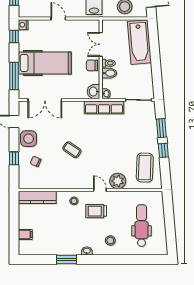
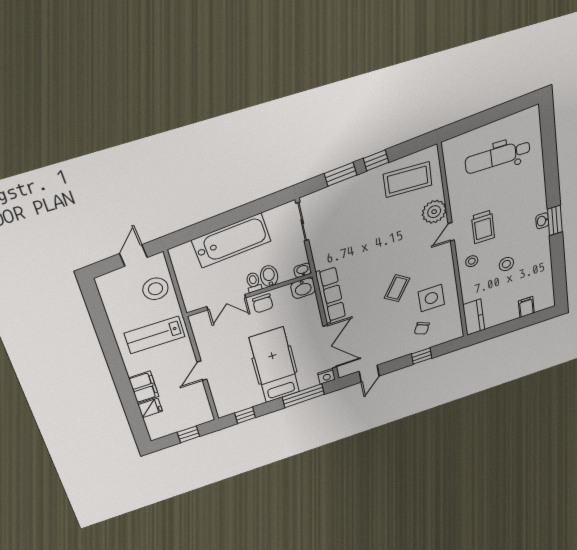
nightstand: (23, 25) -> (327, 376), moved
bathtub: (139, 42) -> (231, 241), moved
row of seats: (104, 107) -> (331, 295), moved
side table: (29, 139) -> (431, 298), moved
kitchen counter: (37, 197) -> (474, 317), width x0.67
stool: (110, 241) -> (506, 264), moved
window: (67, 259) -> (555, 221), moved

